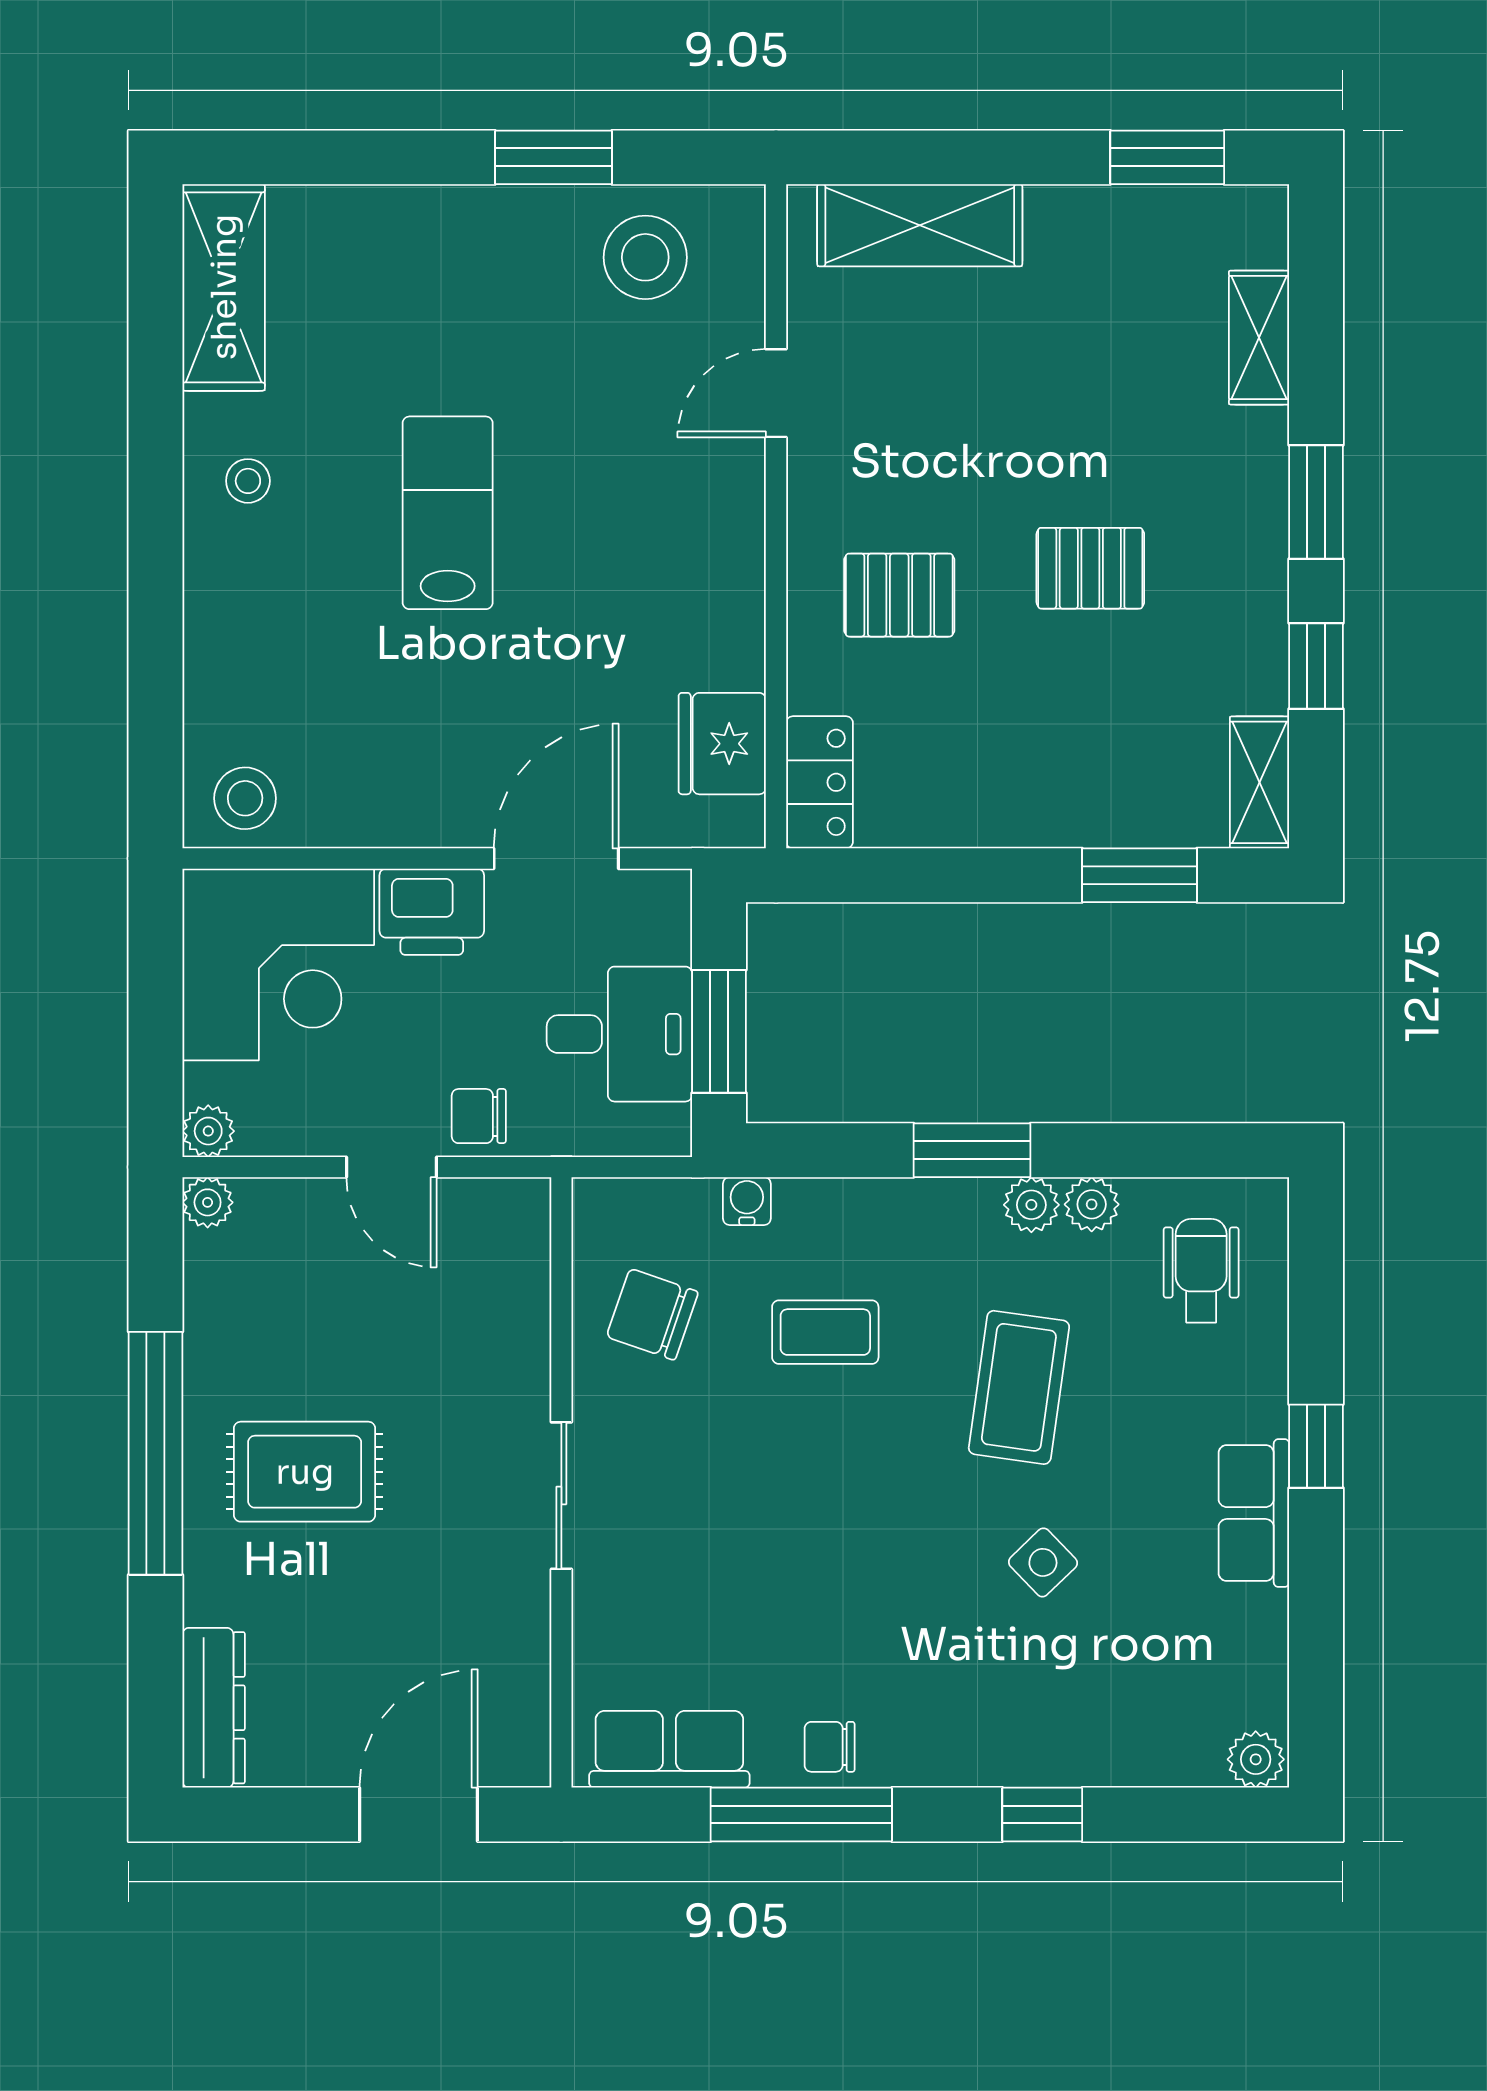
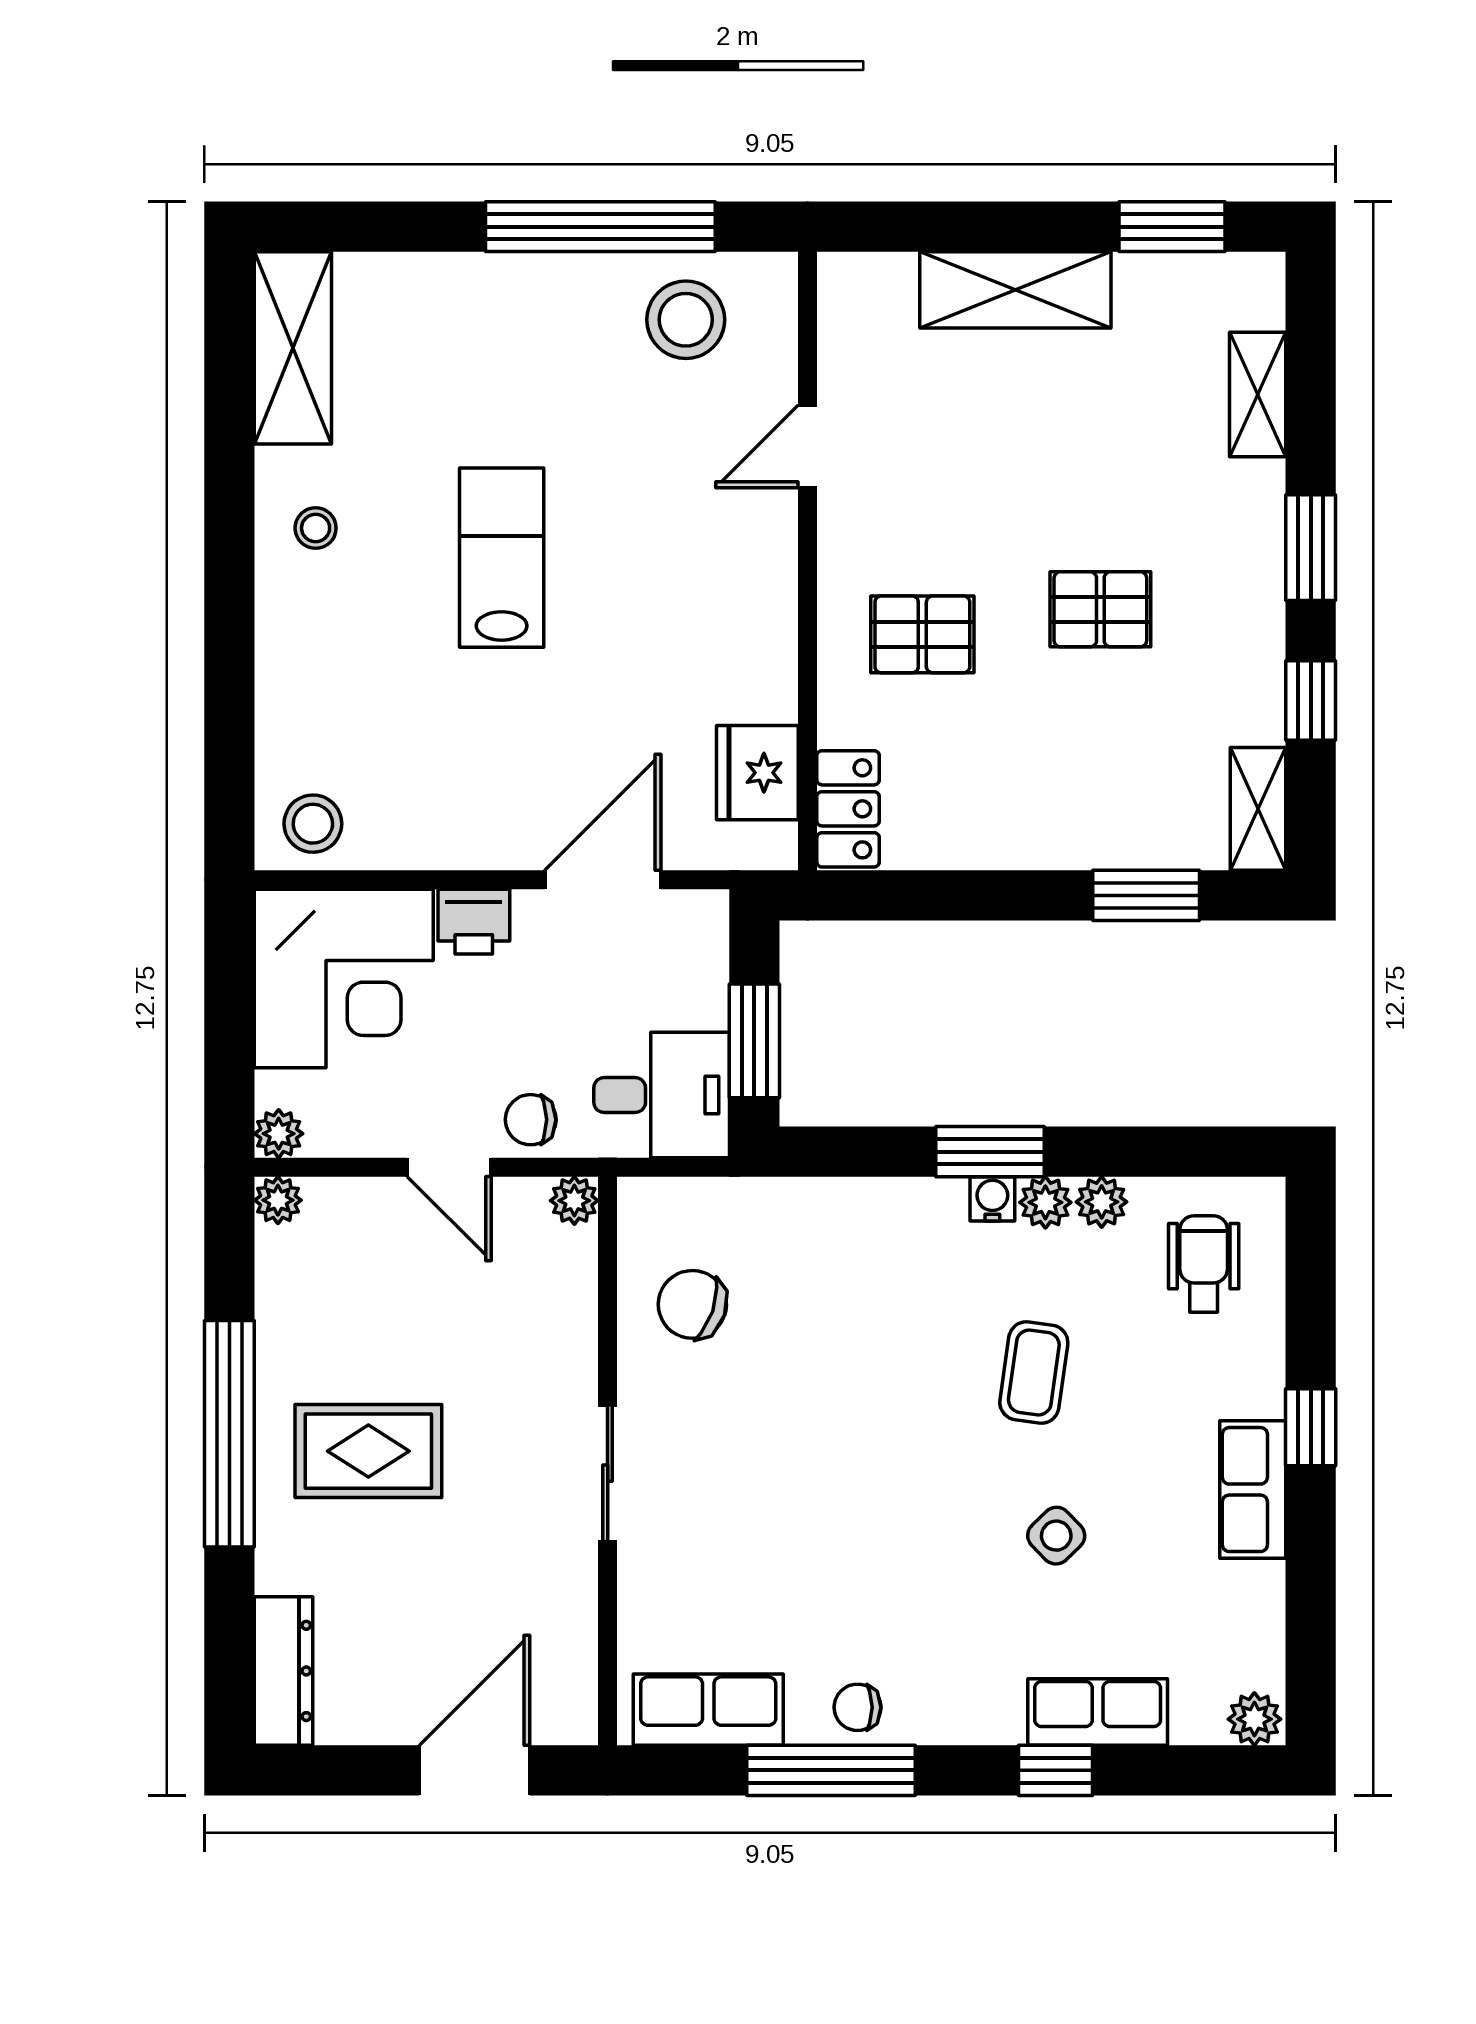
window: (554, 157) -> (600, 227), width x2.11
shelving: (920, 225) -> (1015, 290), moved
printer: (432, 912) -> (474, 922), width x0.73, depth x0.81
desk: (619, 1034) -> (662, 1095), moved
water cooler: (747, 1201) -> (992, 1199), moved
plant: (526, 1203) -> (574, 1201), added
coffee table: (825, 1332) -> (854, 1321), removed
coffee table: (1019, 1387) -> (1034, 1372), width x0.73, depth x0.77
row of seats: (1087, 1752) -> (1098, 1712), added

